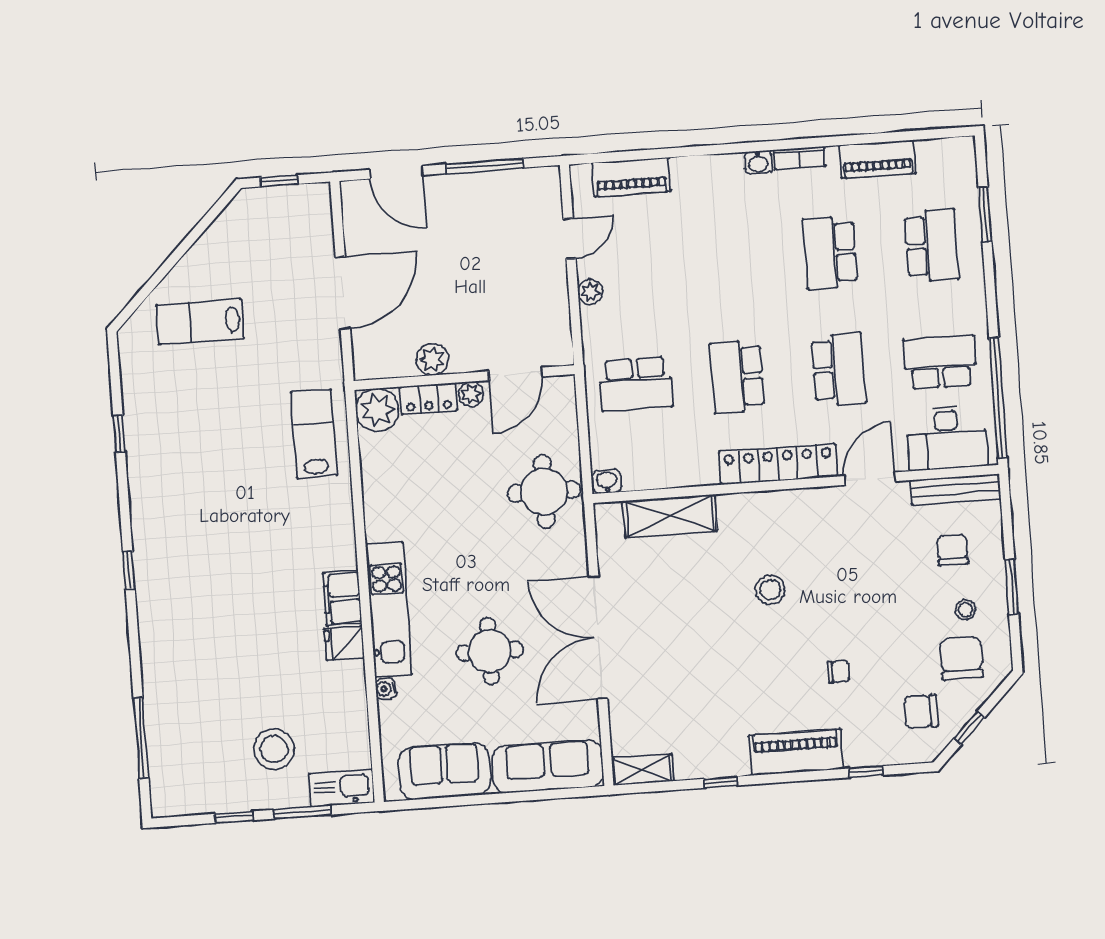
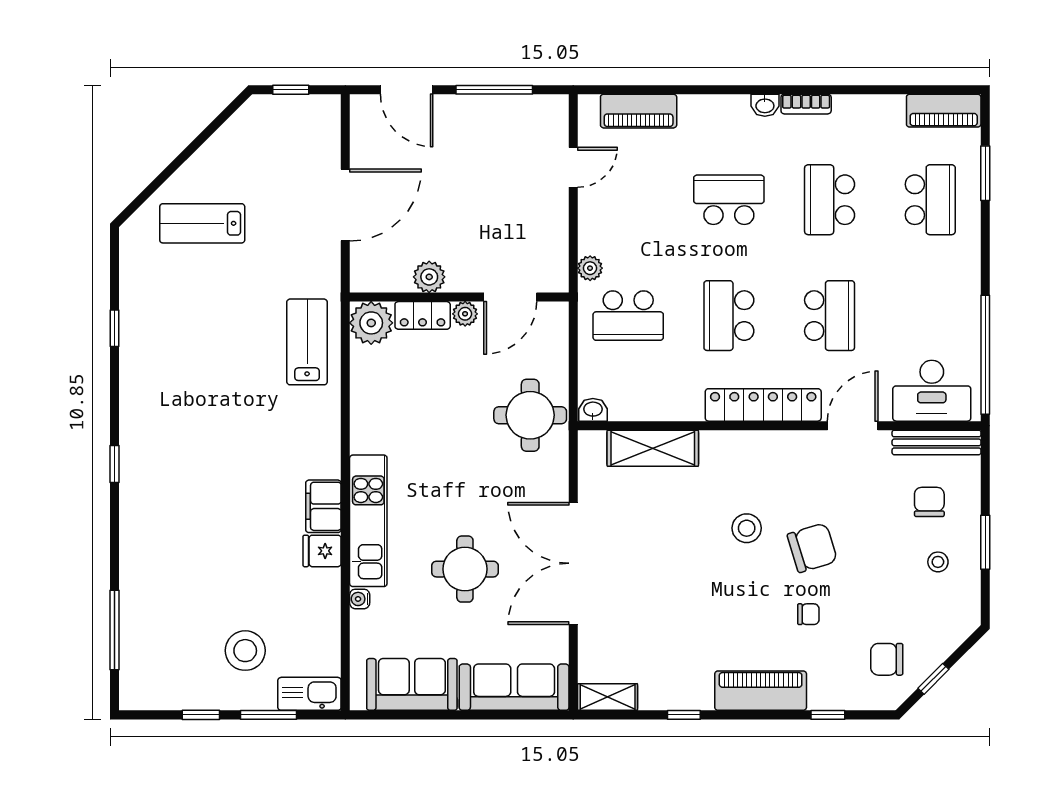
piano: (877, 159) -> (944, 111), moved
plant: (590, 292) -> (590, 268), moved
school desk: (940, 362) -> (729, 200), moved
chair: (961, 658) -> (812, 548), moved, turned 73

